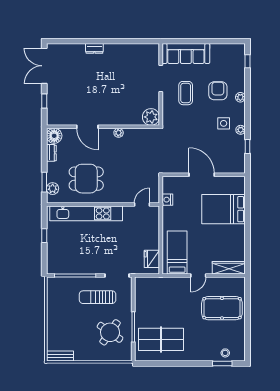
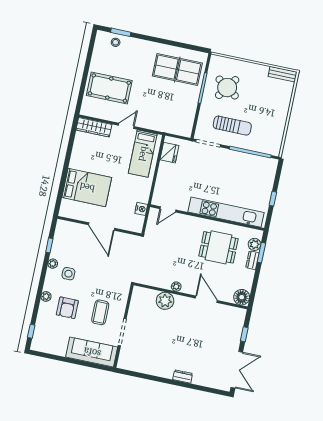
plant: (151, 117) -> (165, 301), moved
dresser: (51, 153) -> (252, 260), moved

